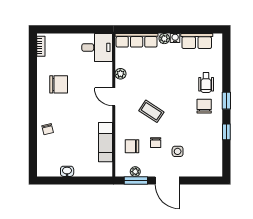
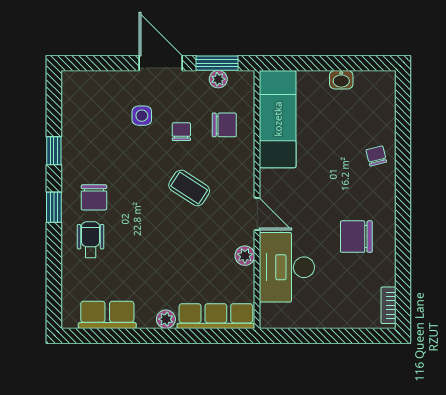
water cooler: (175, 38) -> (146, 320), removed
desk: (97, 47) -> (287, 267), moved, width x1.37
exam couch: (105, 142) -> (278, 119), width x1.36, depth x1.45

